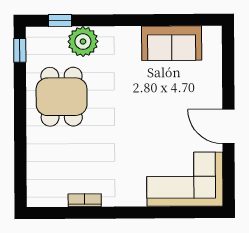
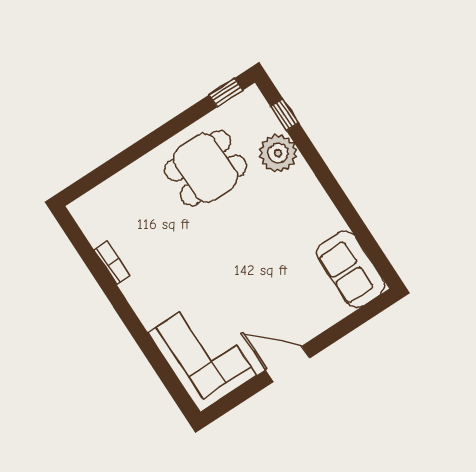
sofa: (172, 43) -> (351, 269), moved
door: (228, 126) -> (288, 364), hinge flipped

